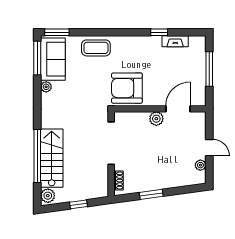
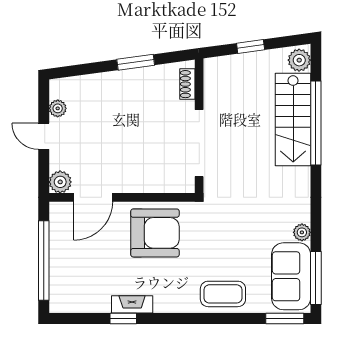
fireplace: (175, 41) -> (132, 304), moved
window: (209, 69) -> (44, 261), width x1.46
armchair: (127, 88) -> (155, 233), moved
plant: (156, 119) -> (60, 182), moved

